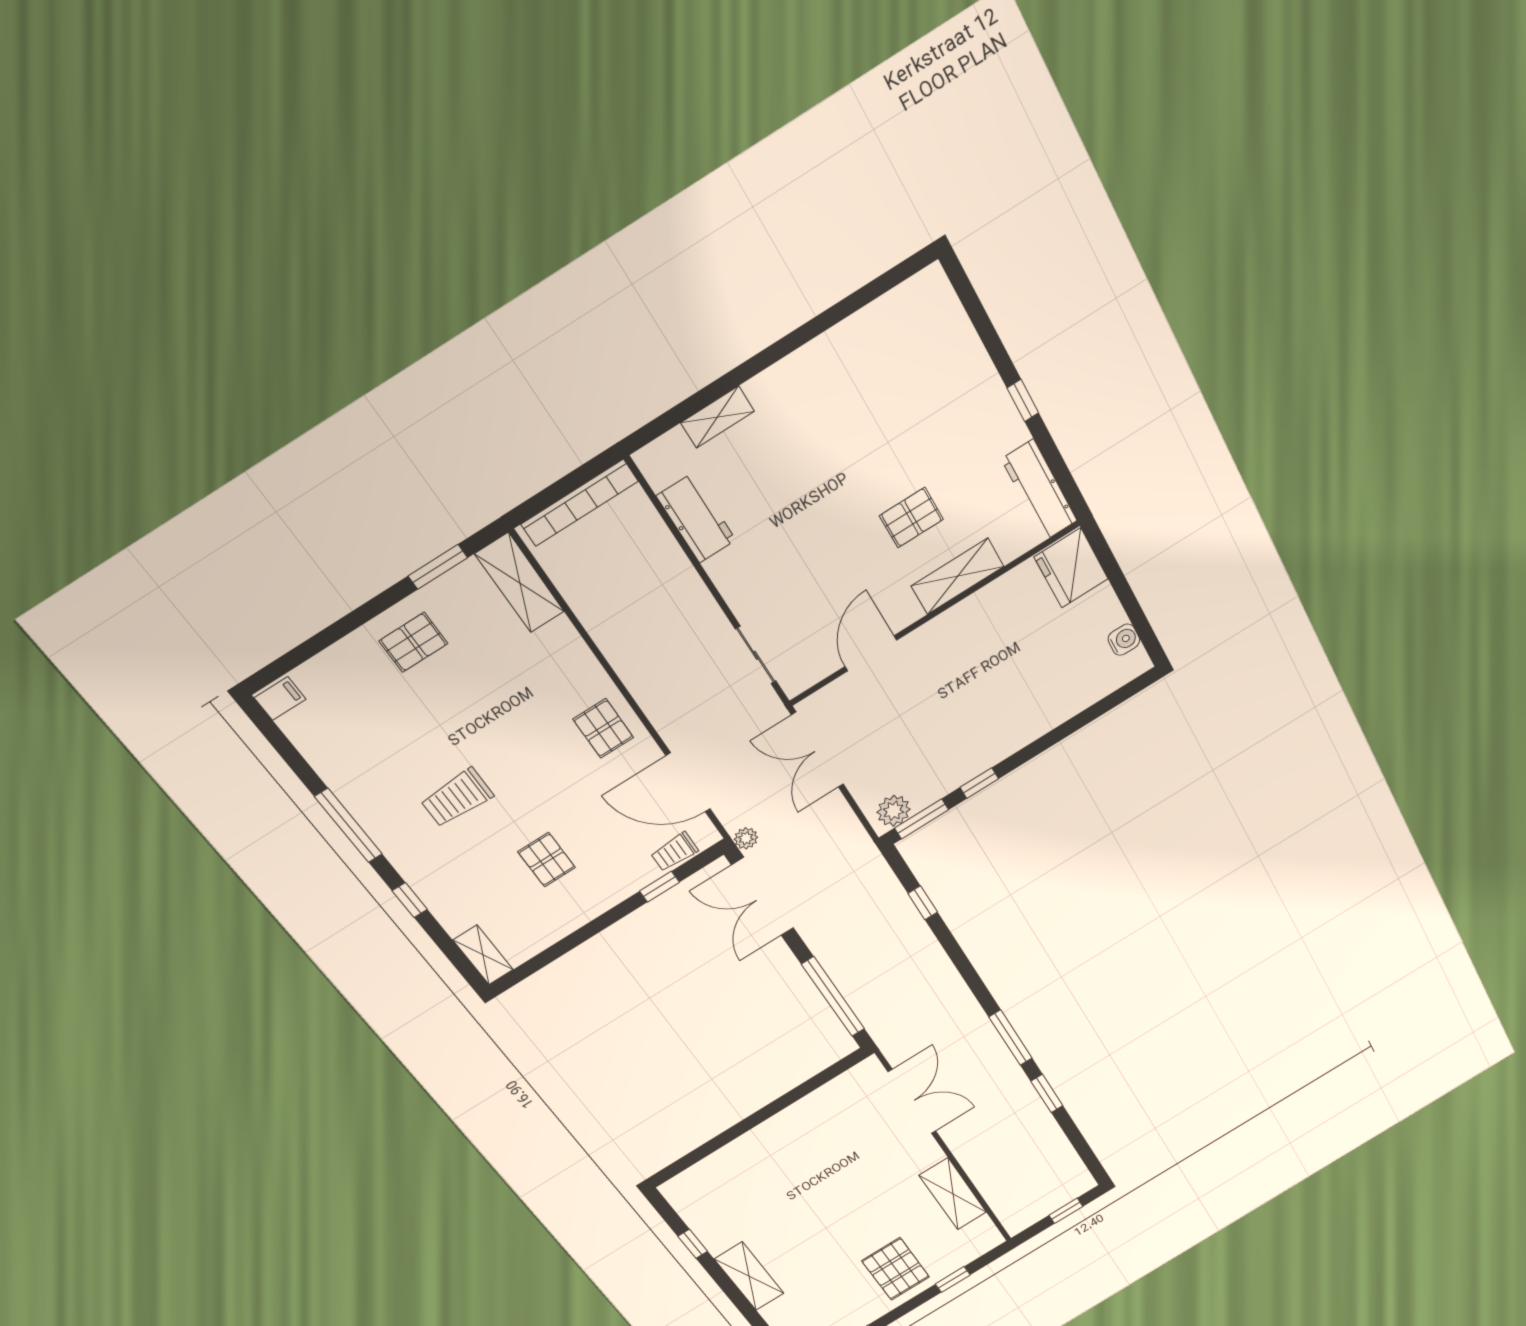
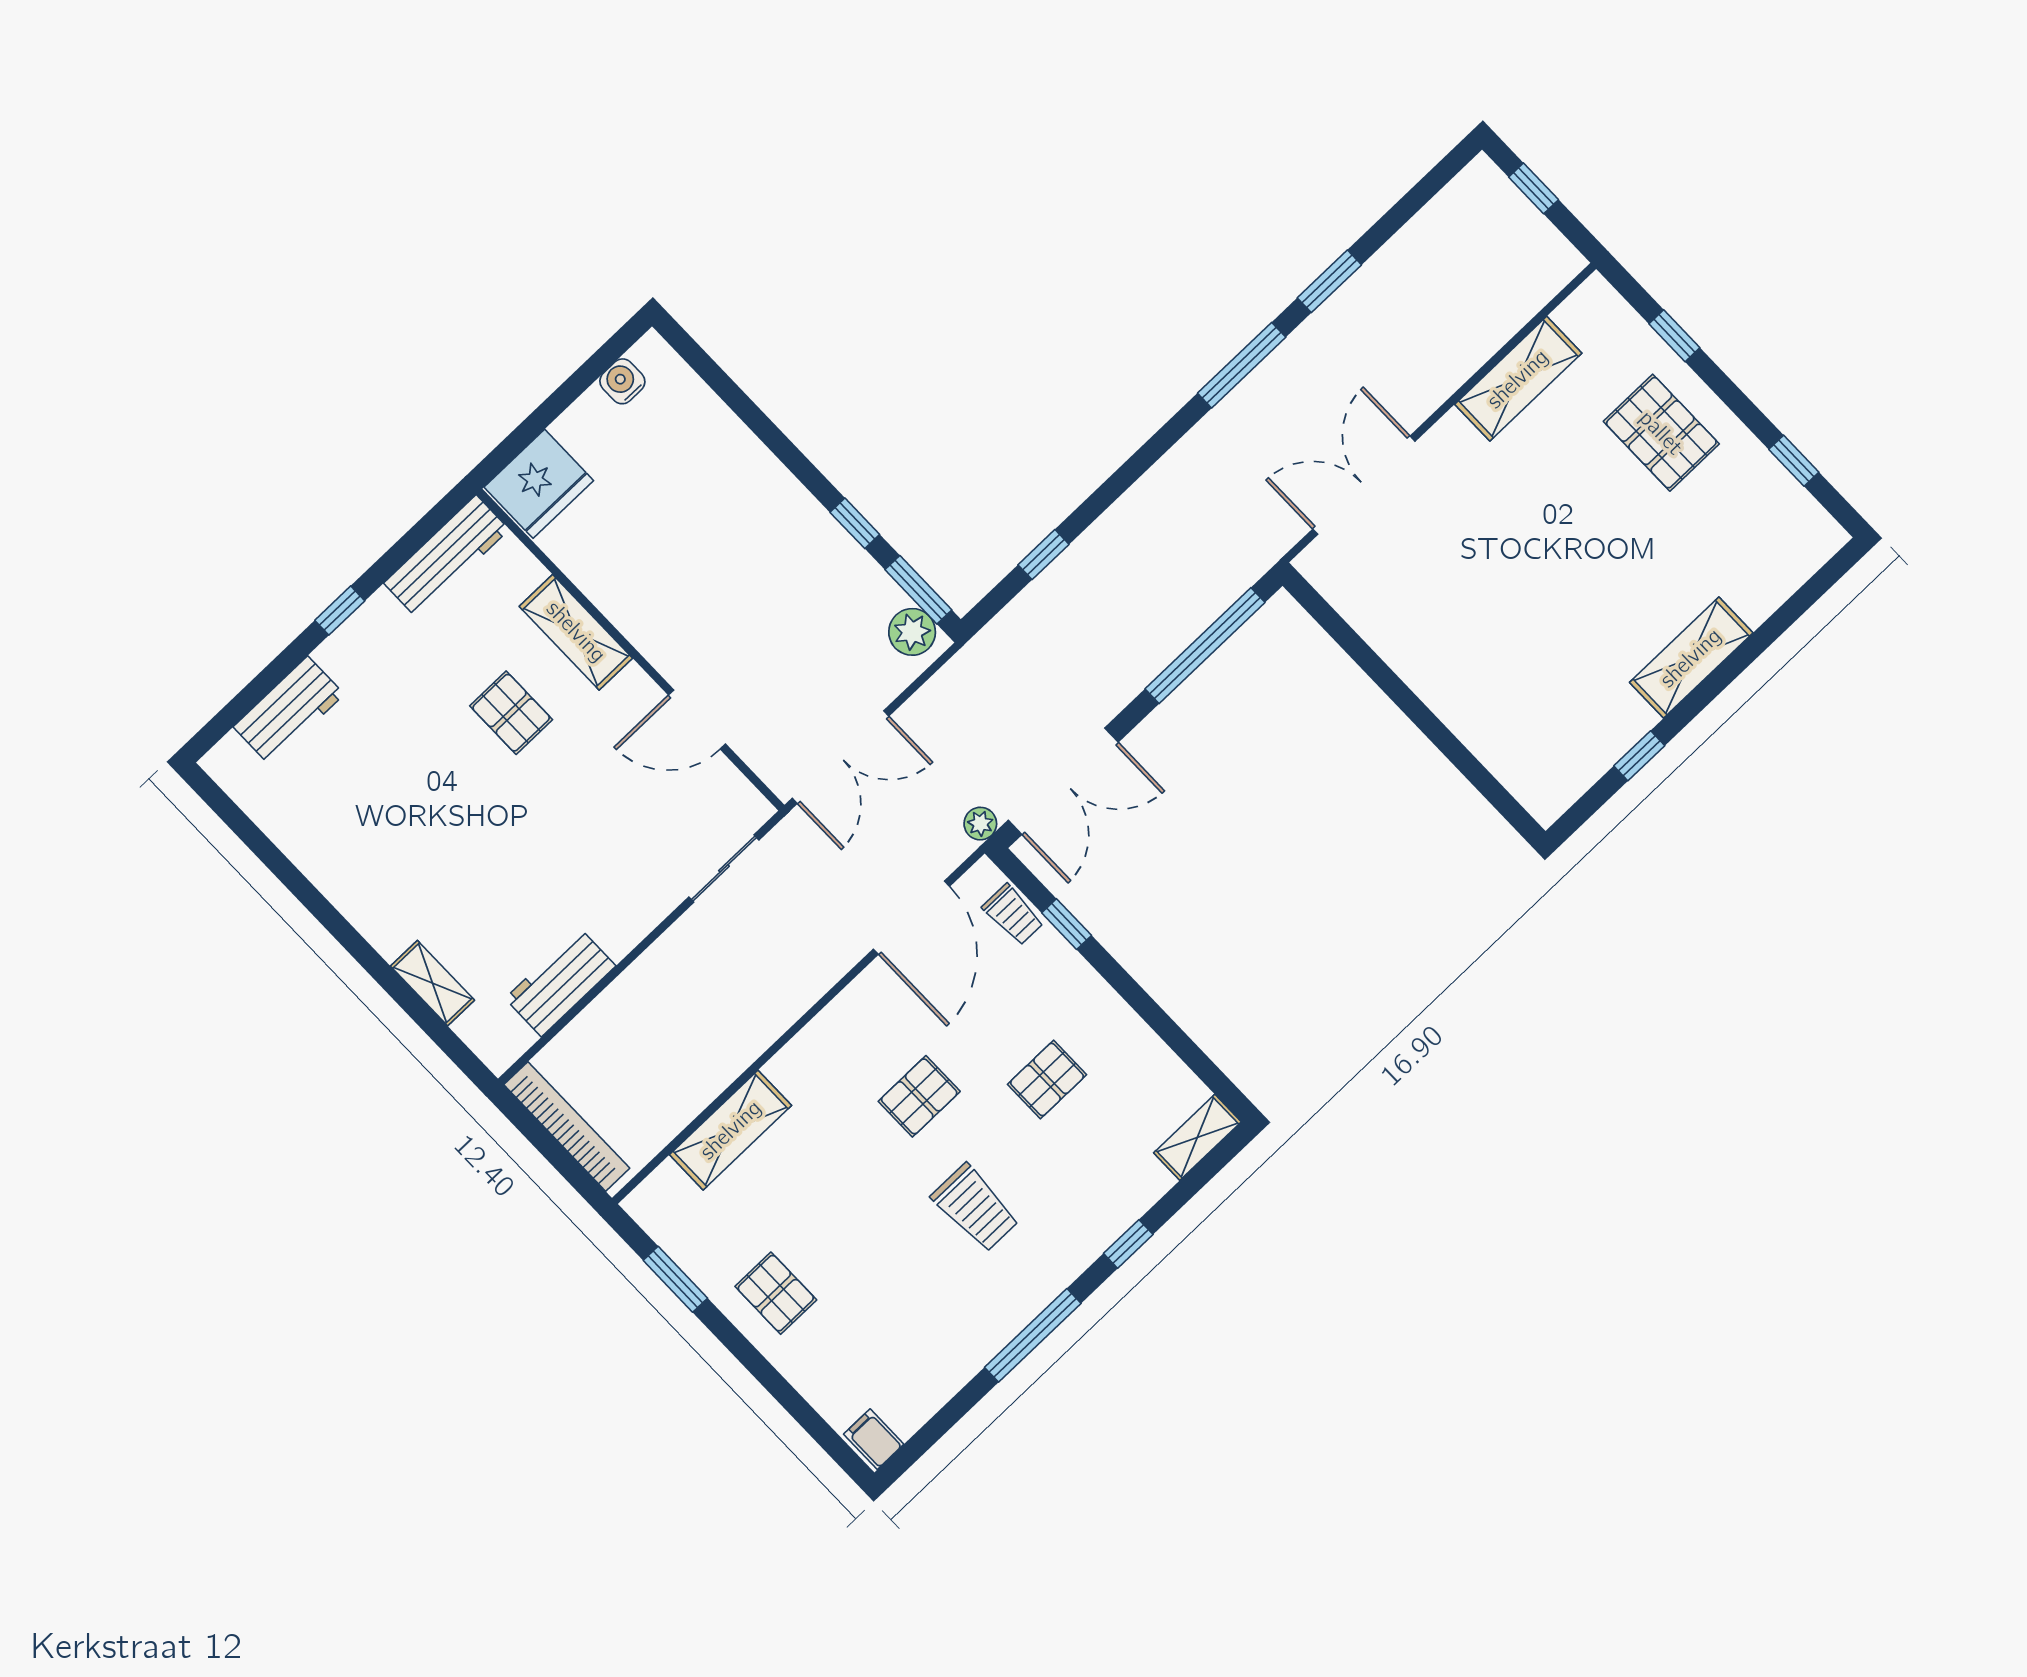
workbench: (959, 344) -> (289, 711), added
shelving: (520, 583) -> (731, 1130), moved
pallet: (603, 728) -> (919, 1096), moved
pallet: (896, 1269) -> (1661, 433), turned 90

